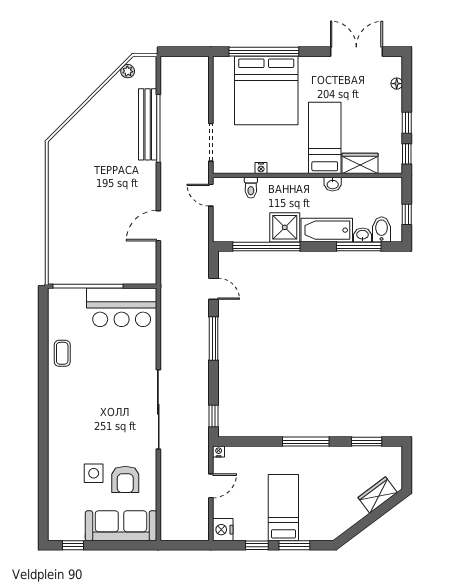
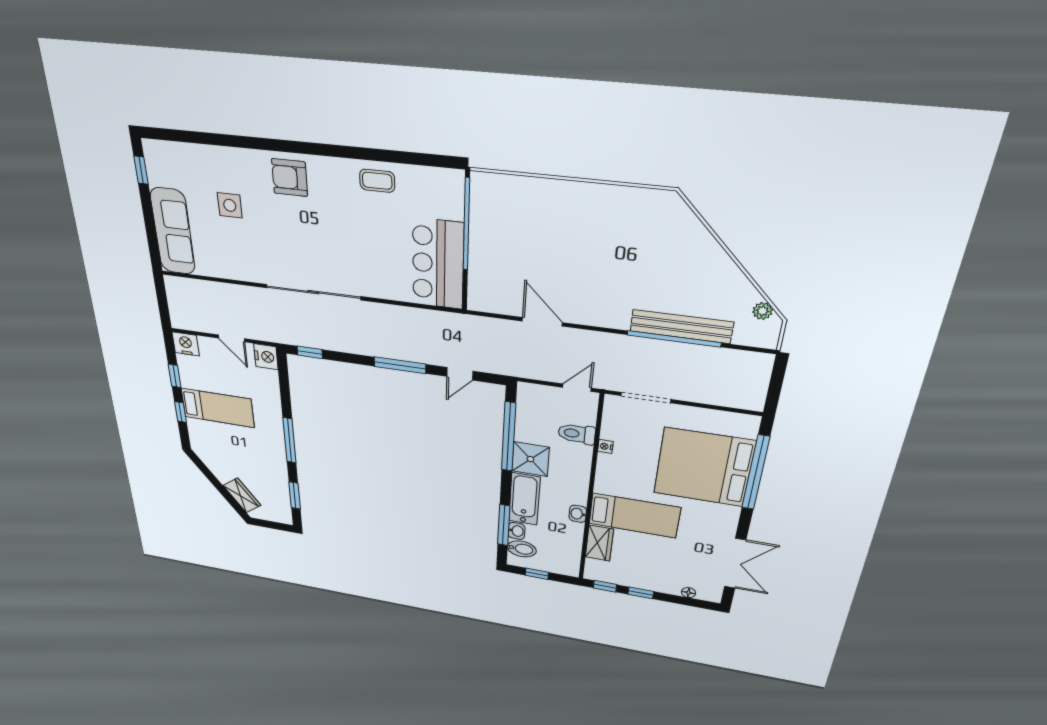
toilet: (251, 188) -> (577, 434), width x1.37, depth x1.39
nightstand: (219, 452) -> (266, 357), width x1.89, depth x1.79
armchair: (125, 479) -> (290, 178), moved
window: (294, 545) -> (181, 412), width x0.67

